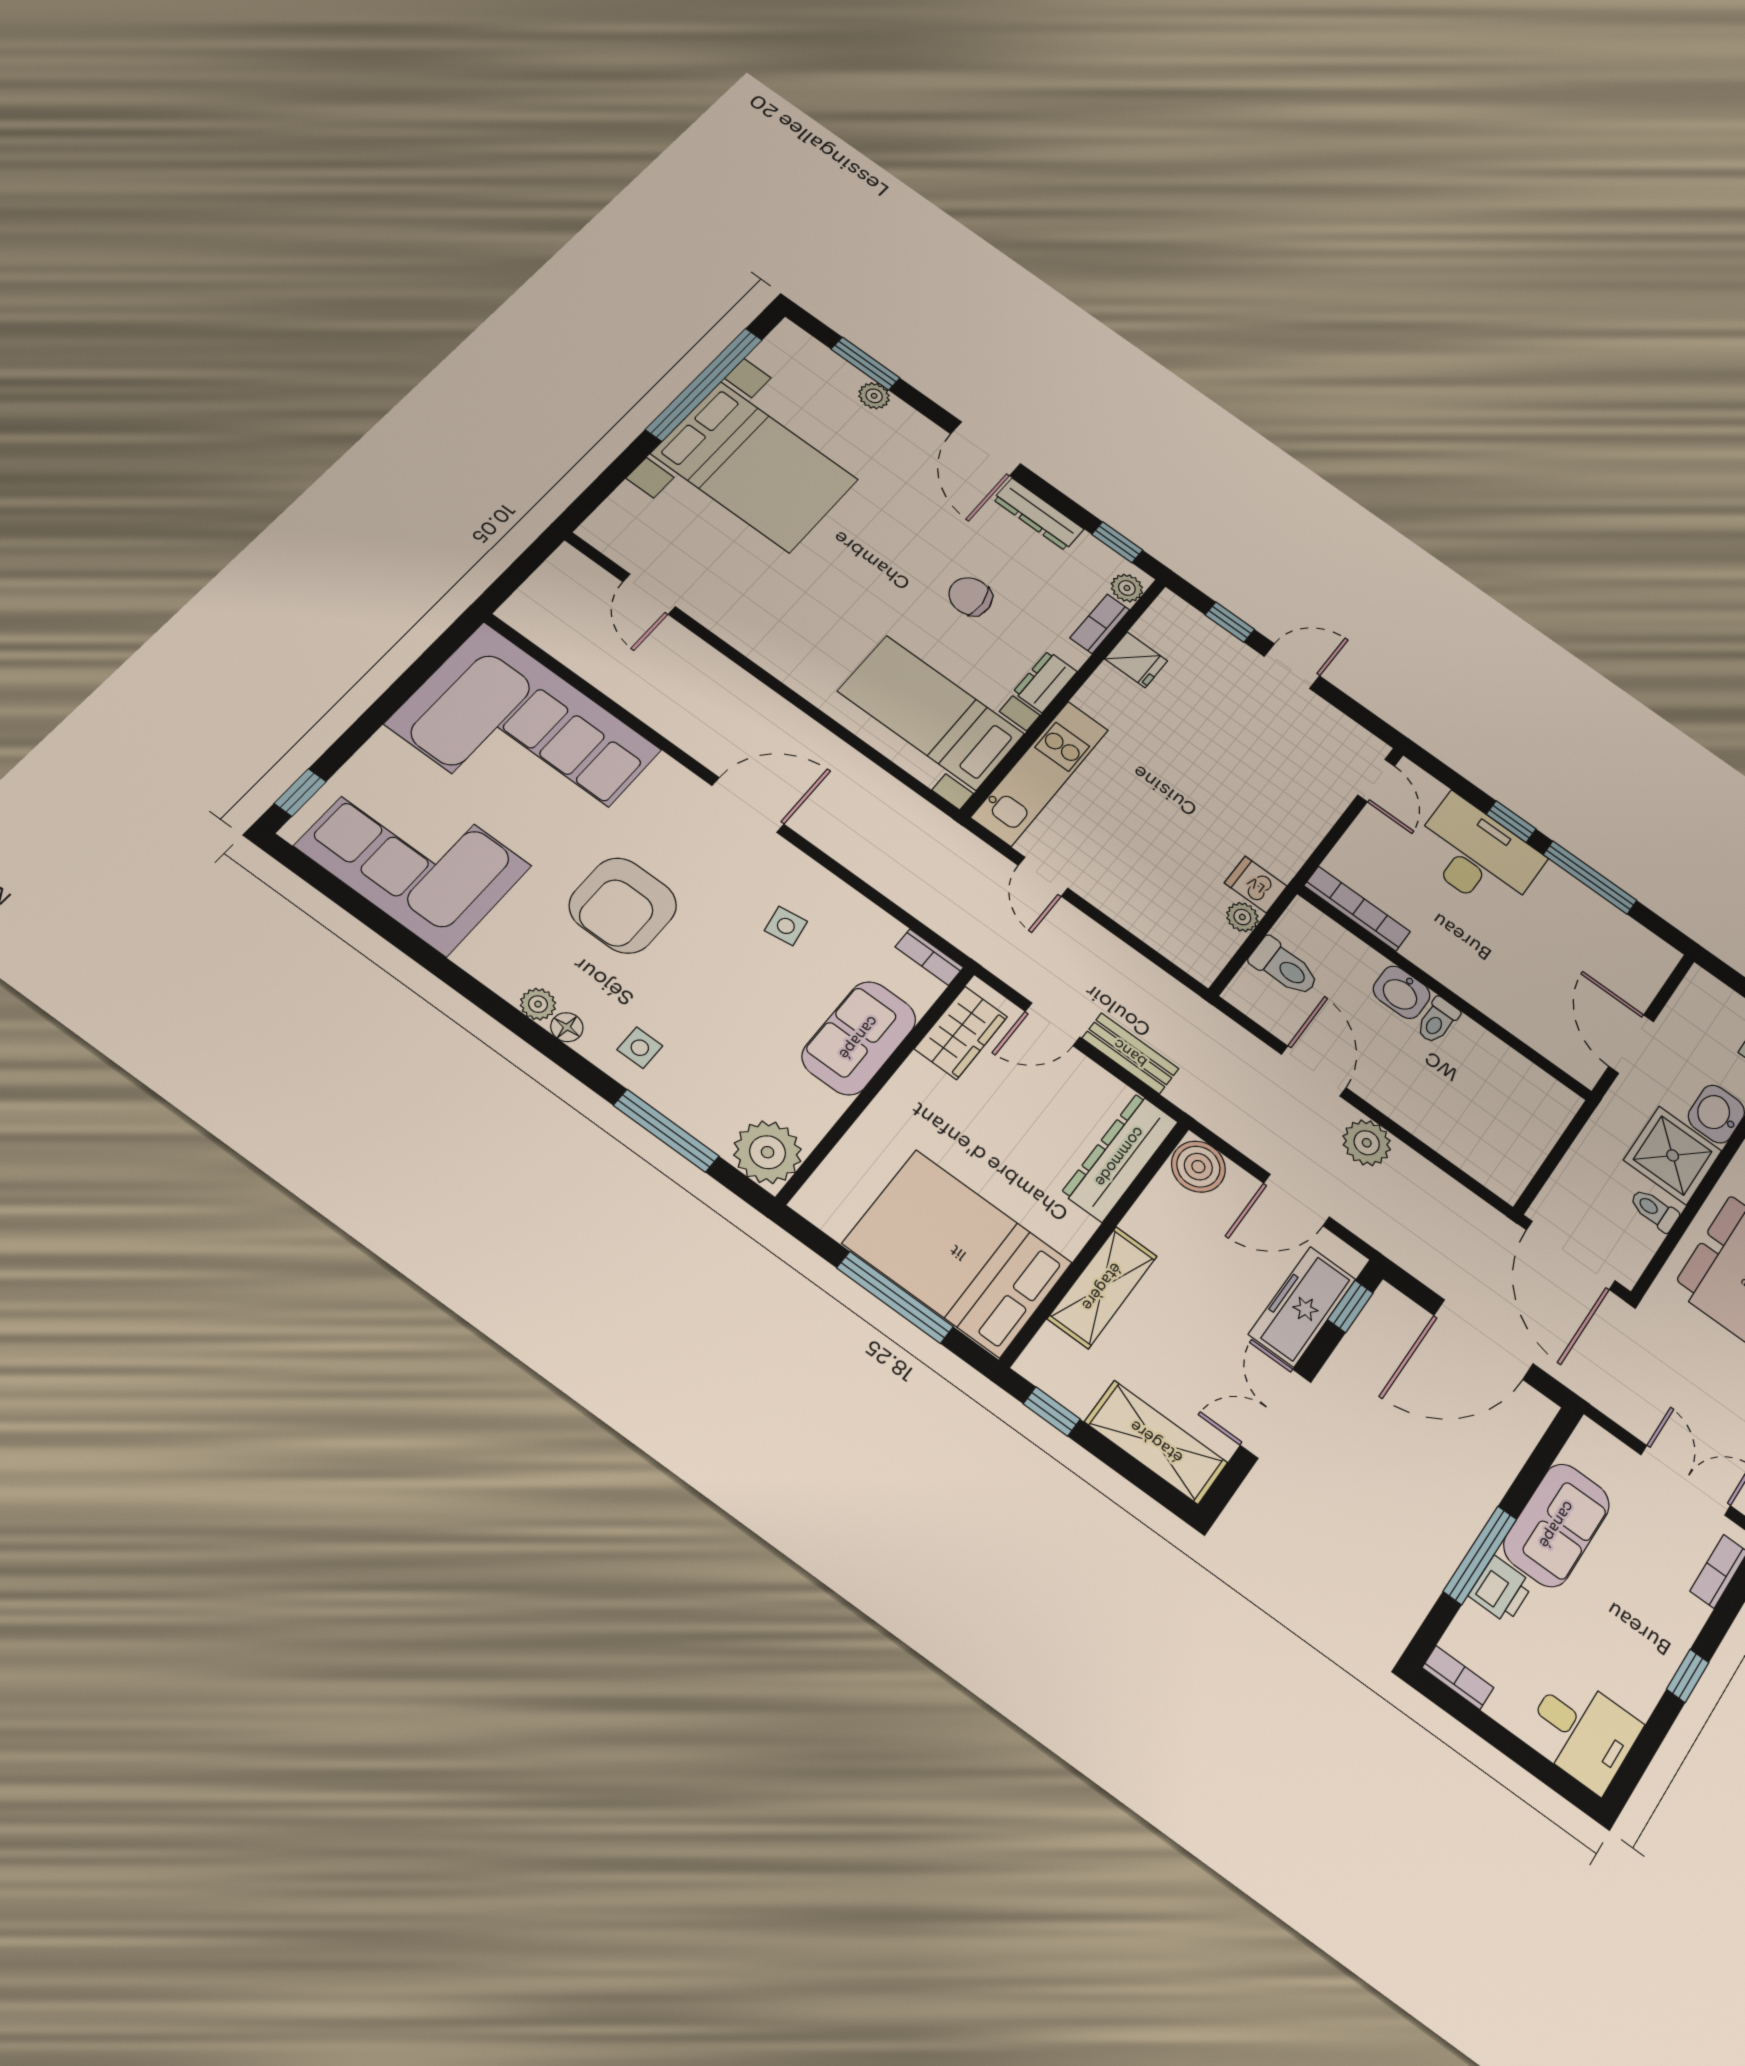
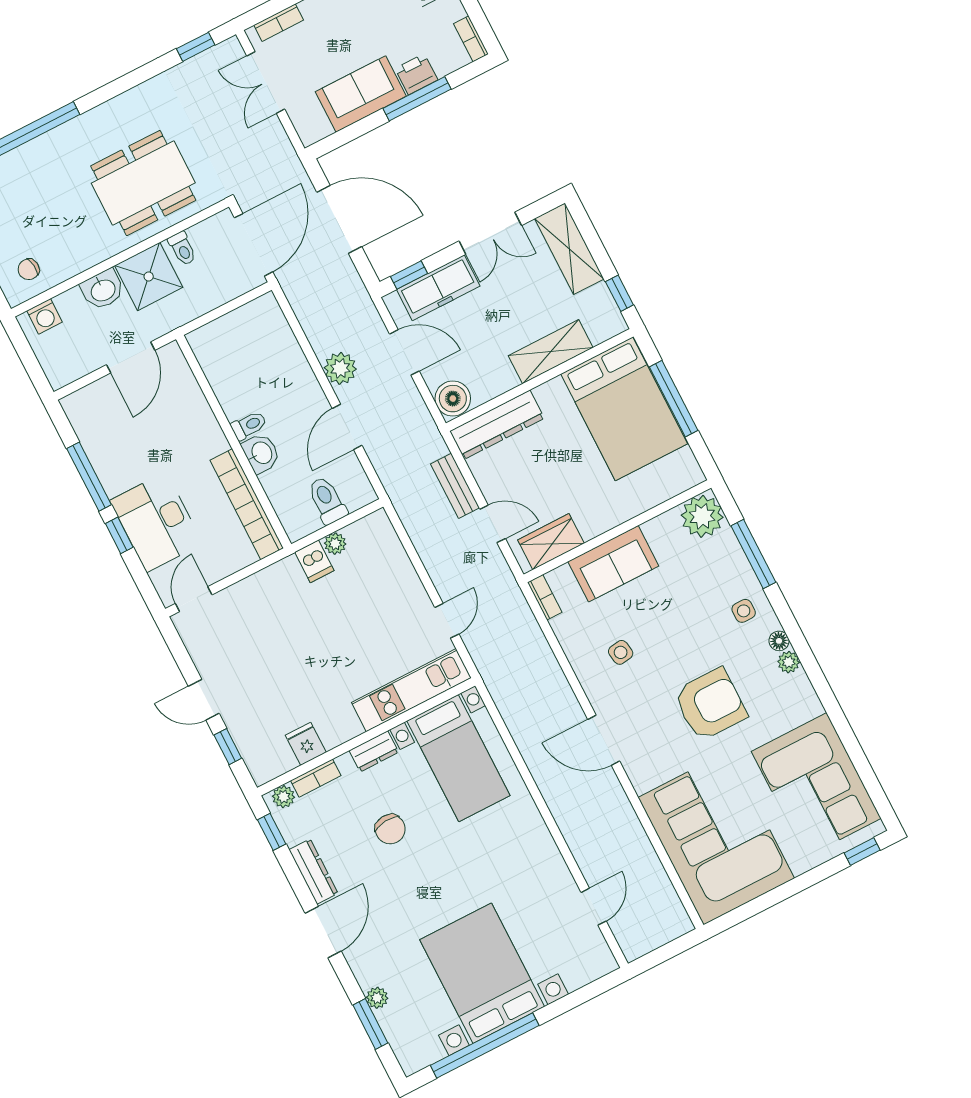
bookcase: (1357, 909) -> (247, 504), width x1.48, depth x1.31

